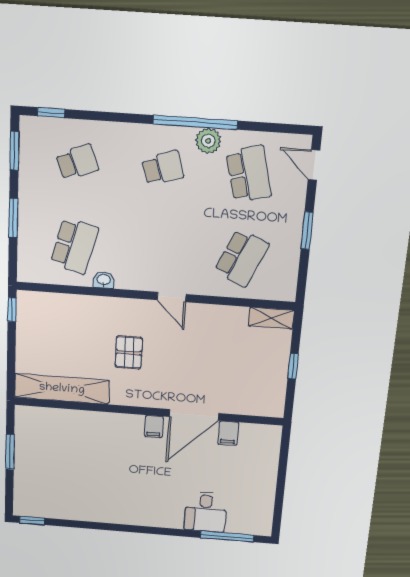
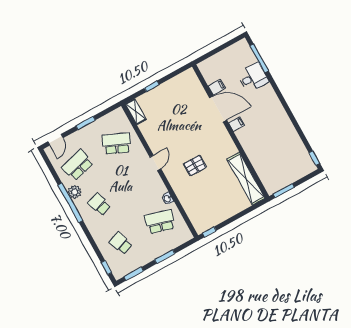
shelving: (62, 389) -> (246, 179), moved
wall: (148, 411) -> (231, 131), moved
door: (194, 415) -> (218, 109), moved
filing cabinet: (154, 427) -> (237, 124), moved
filing cabinet: (228, 433) -> (217, 87), moved

